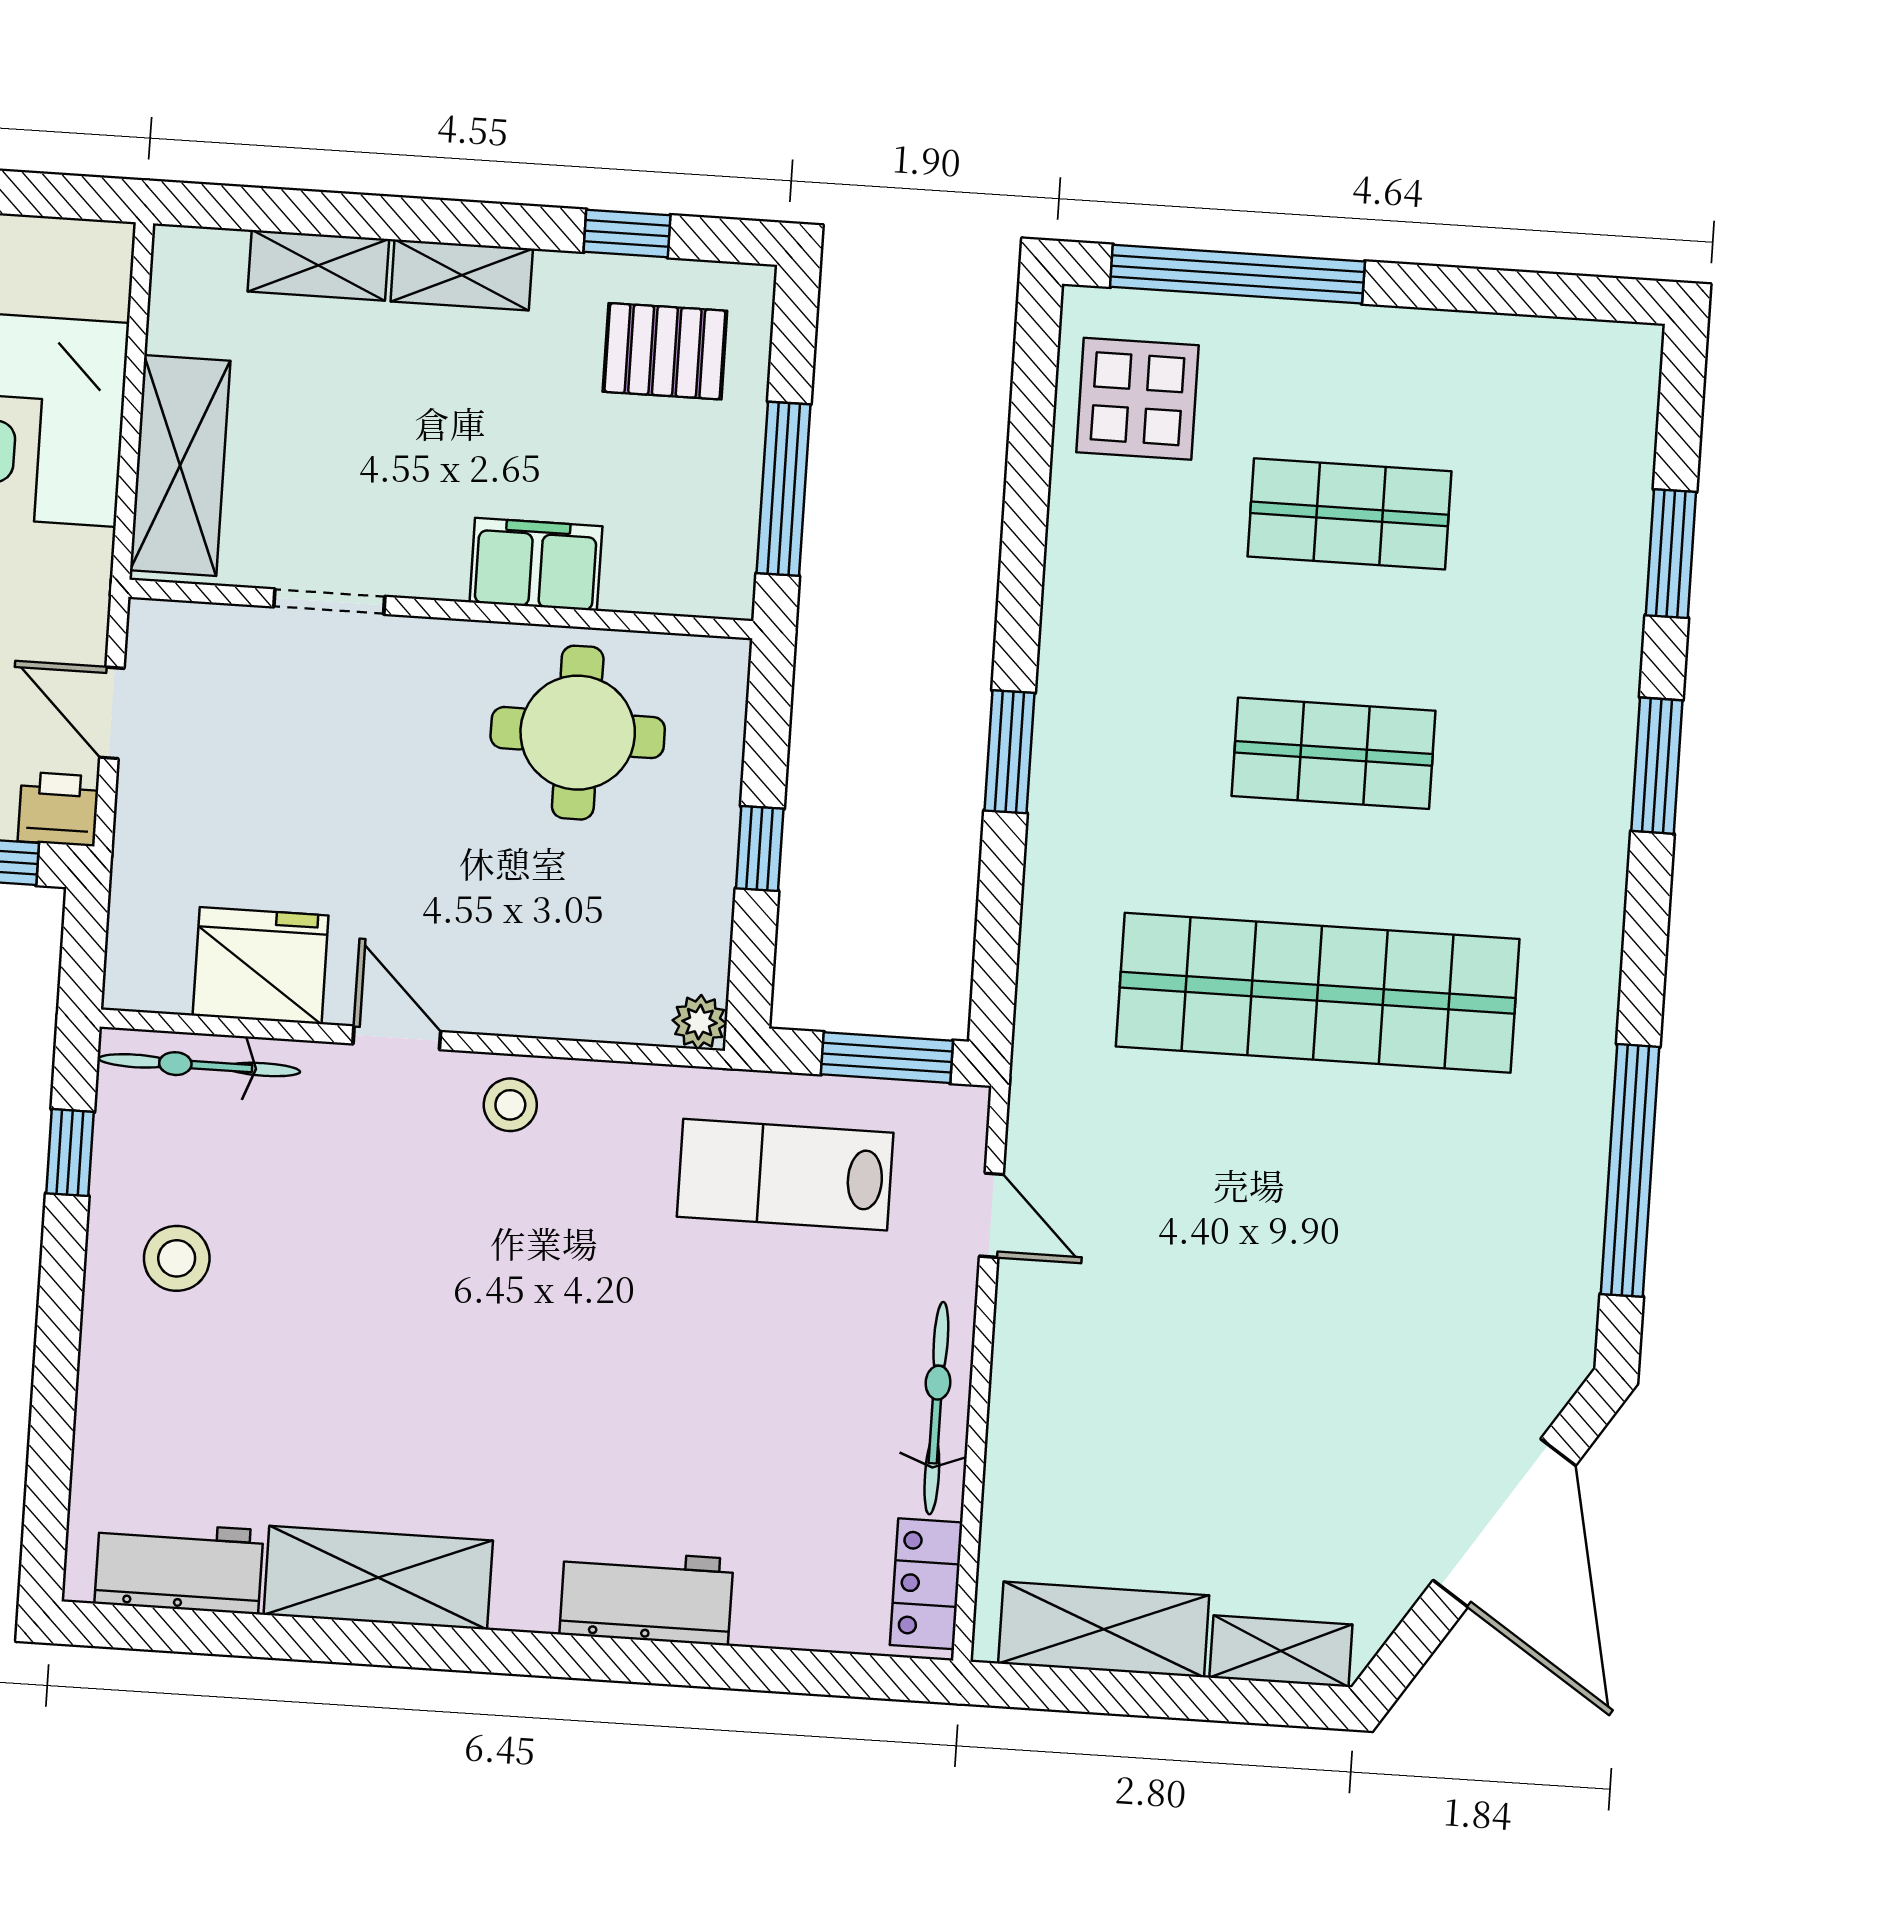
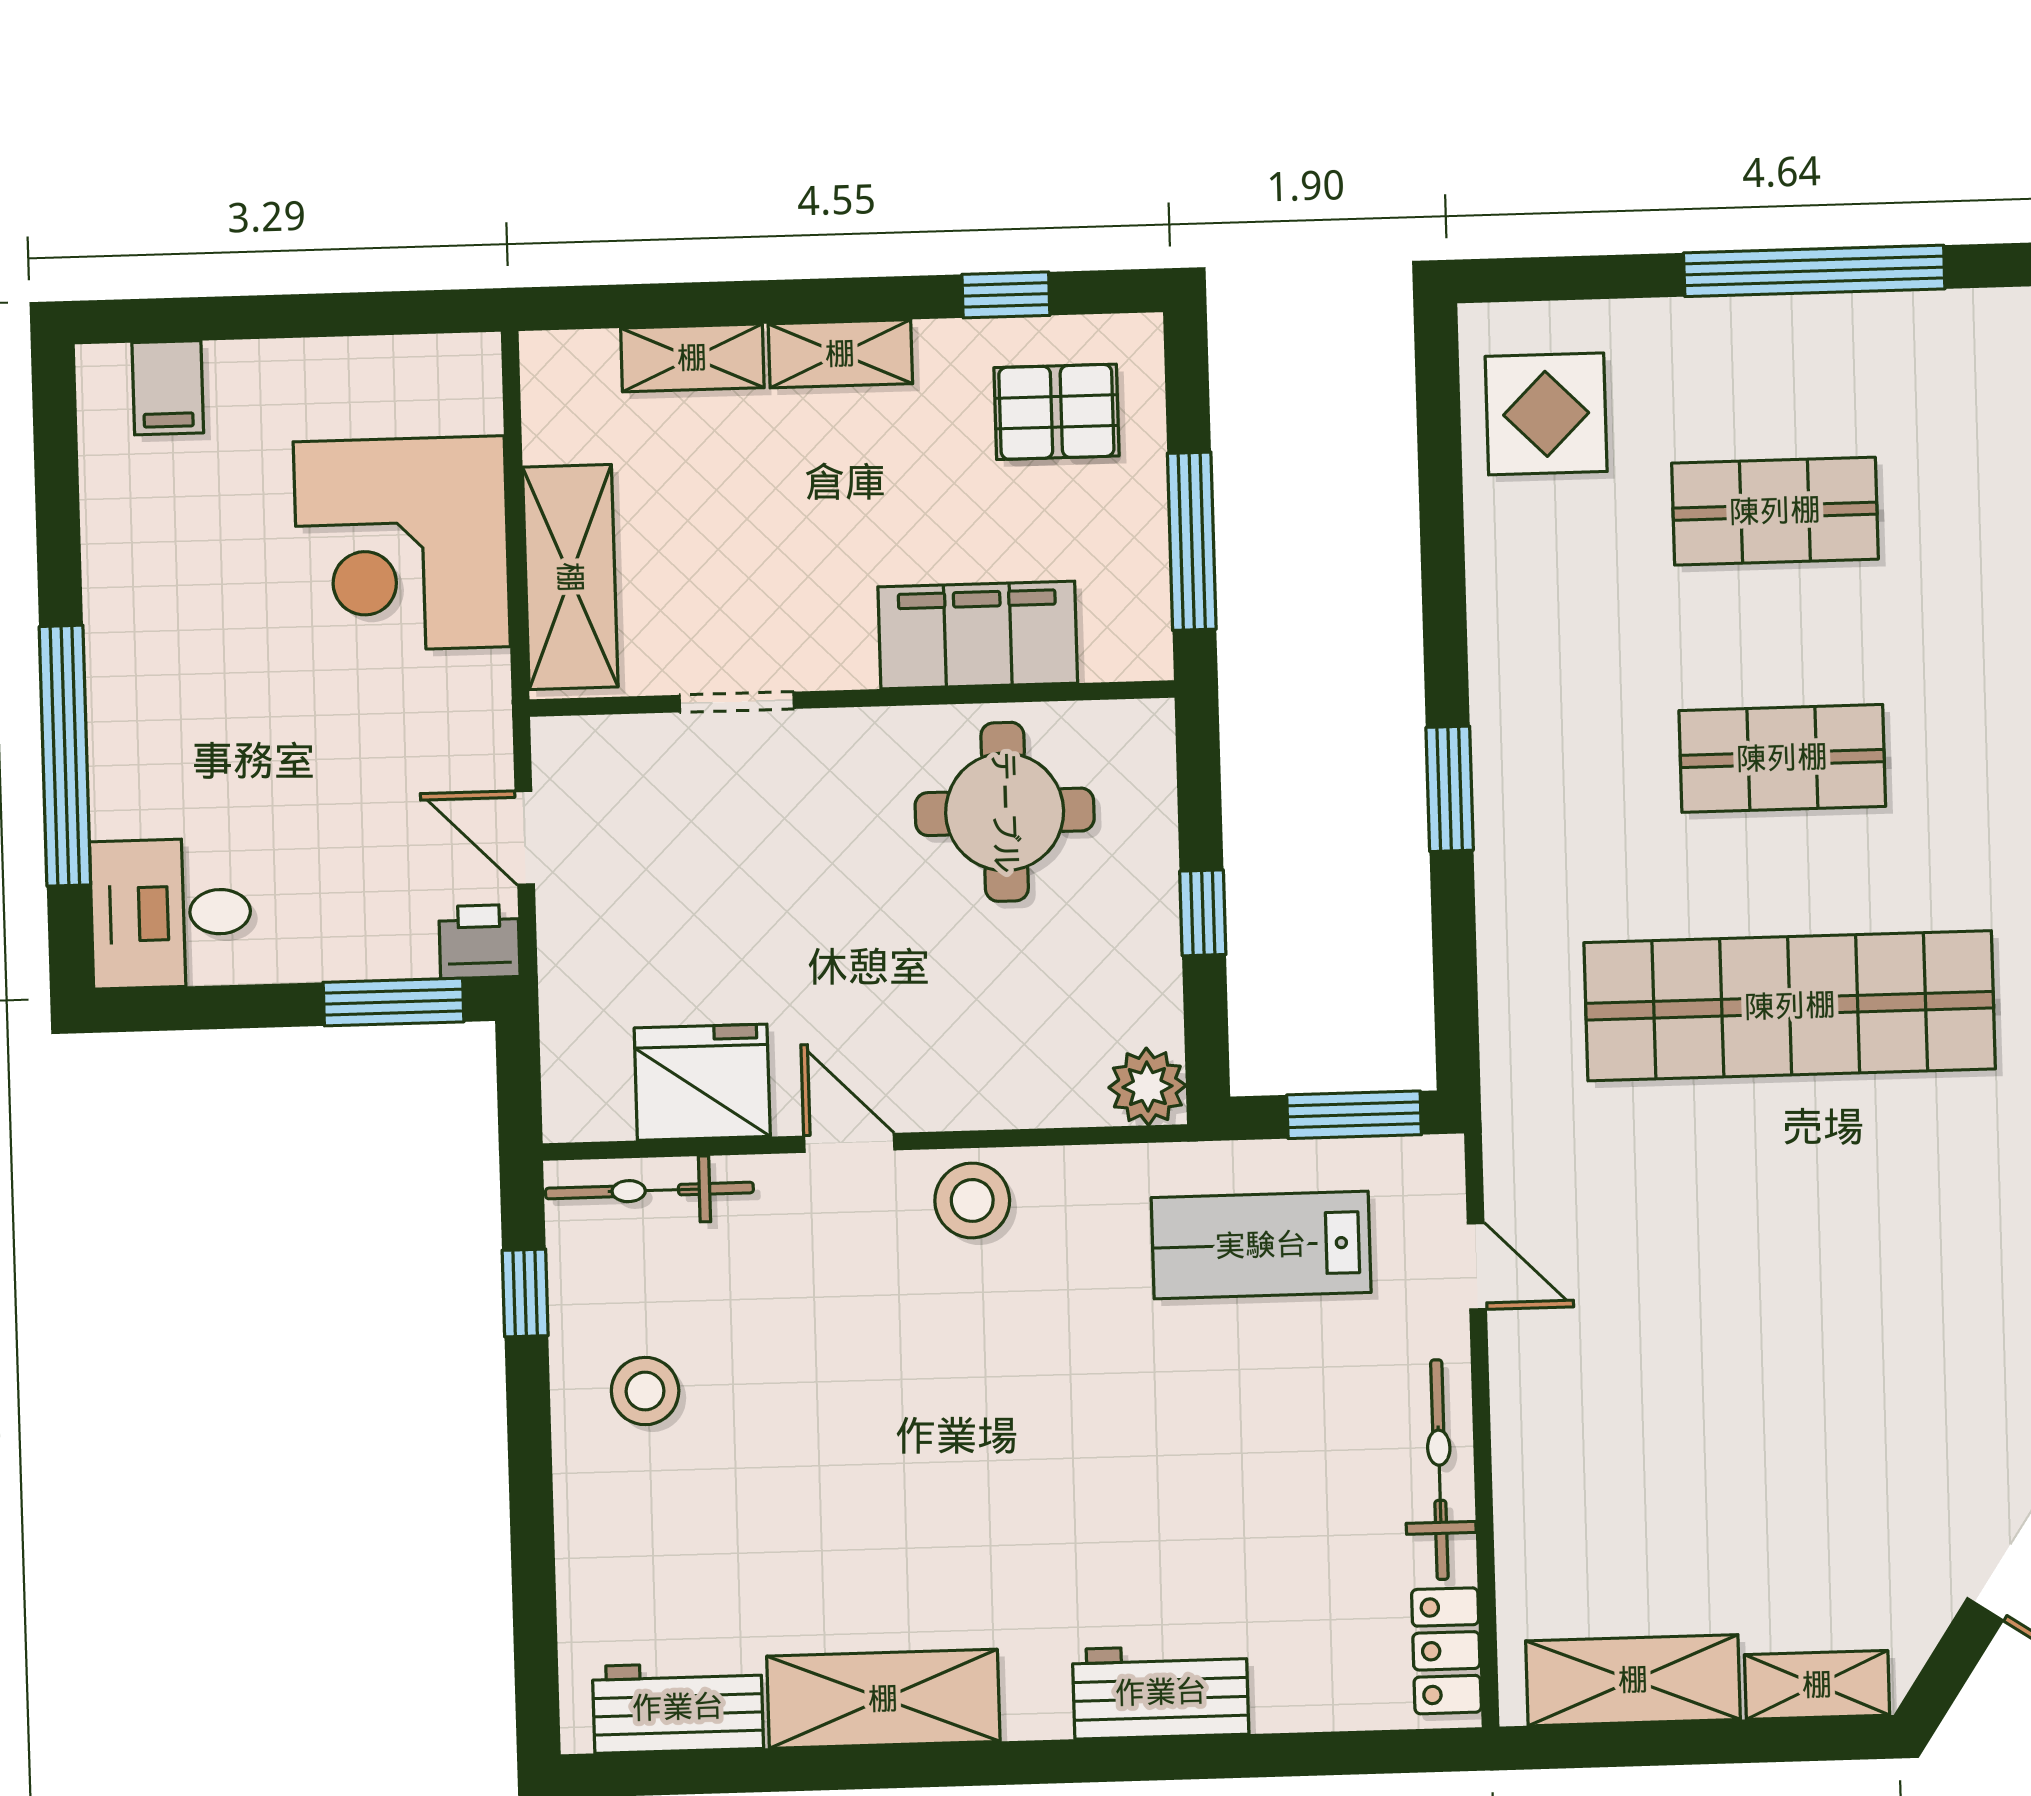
window: (1237, 274) -> (1814, 271), moved
filing cabinet: (536, 564) -> (978, 635), width x1.50, depth x1.17
plant: (700, 1022) -> (1147, 1087), width x1.38, depth x1.38
stool: (510, 1105) -> (972, 1200), width x1.37, depth x1.37

